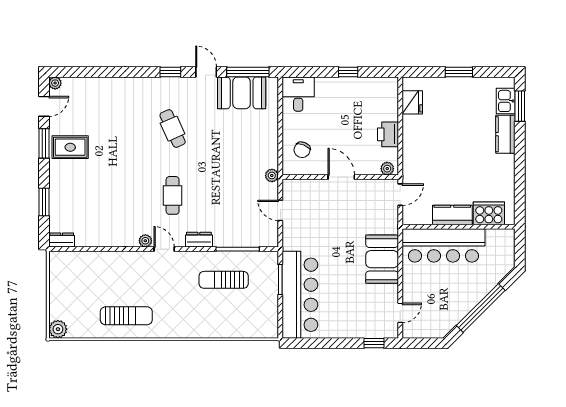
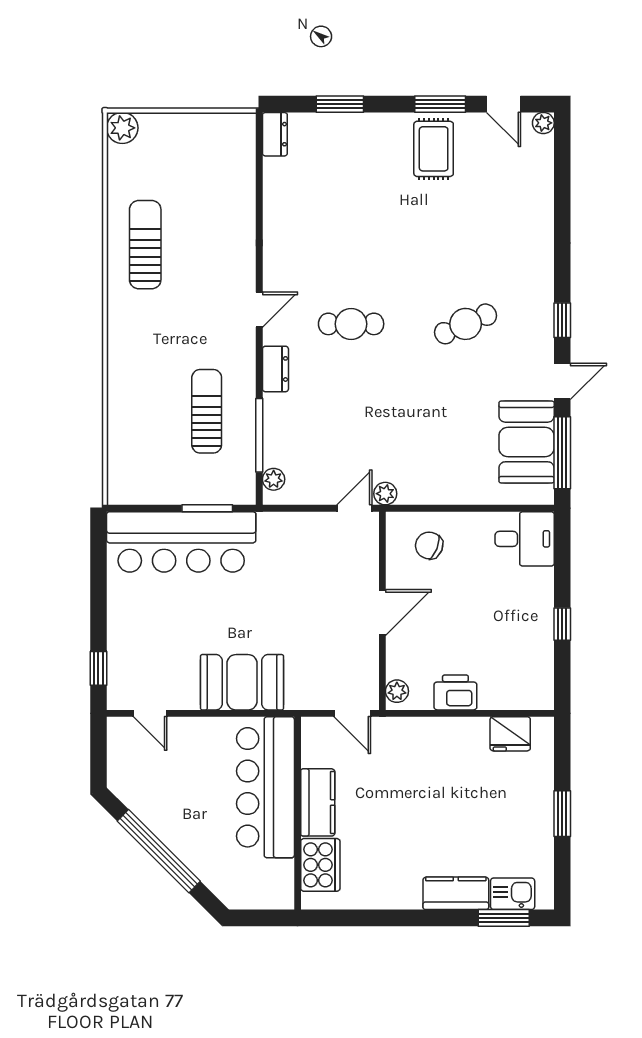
door: (280, 210) -> (354, 508), moved
plant: (145, 241) -> (274, 479), moved
sun lounger: (126, 316) -> (145, 245), turned 180

